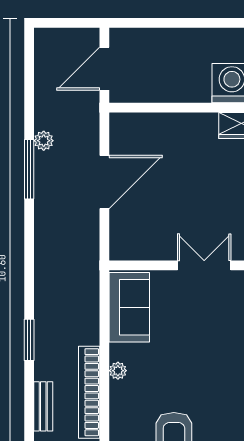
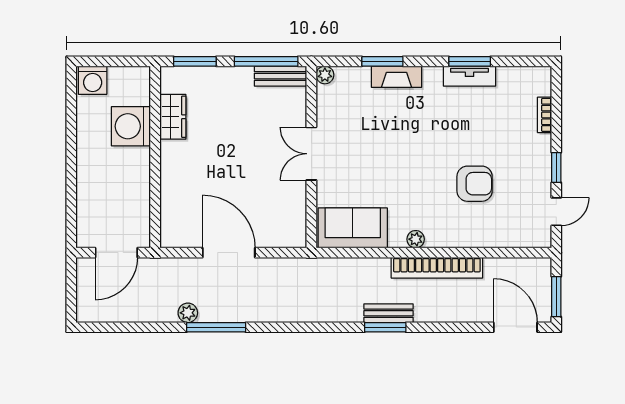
door: (104, 69) -> (116, 253), hinge flipped
bench: (43, 406) -> (388, 313), moved

